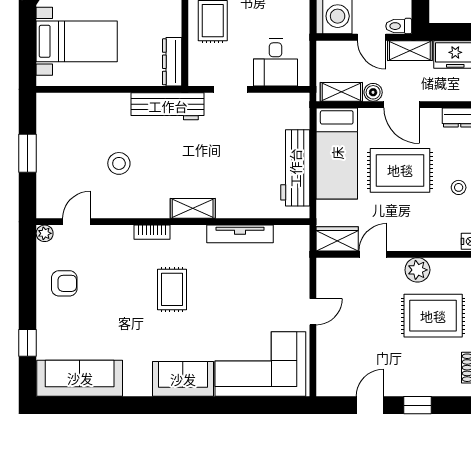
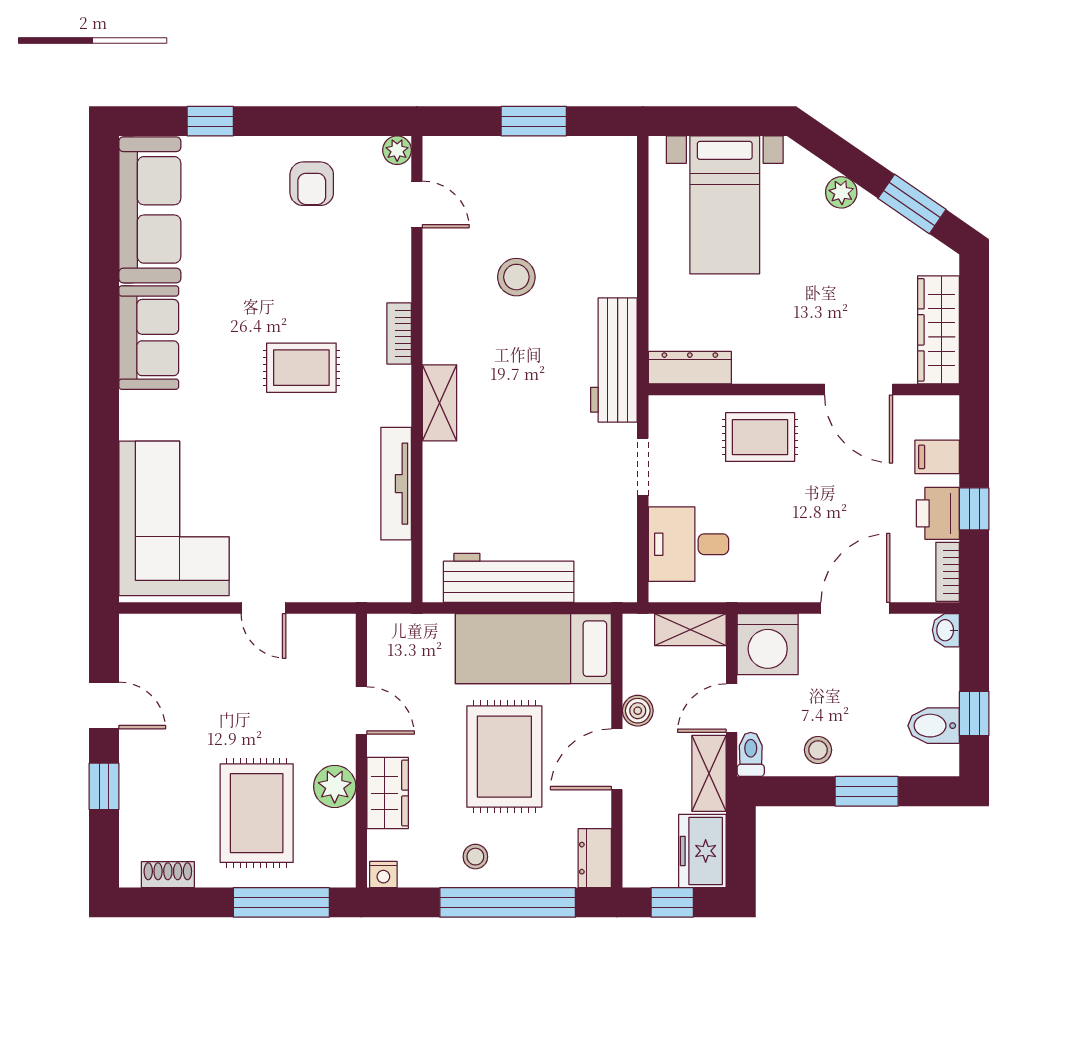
shelving: (341, 92) -> (690, 630), moved, turned 90
wardrobe: (337, 239) -> (388, 793), moved
sofa: (183, 379) -> (149, 338), moved

